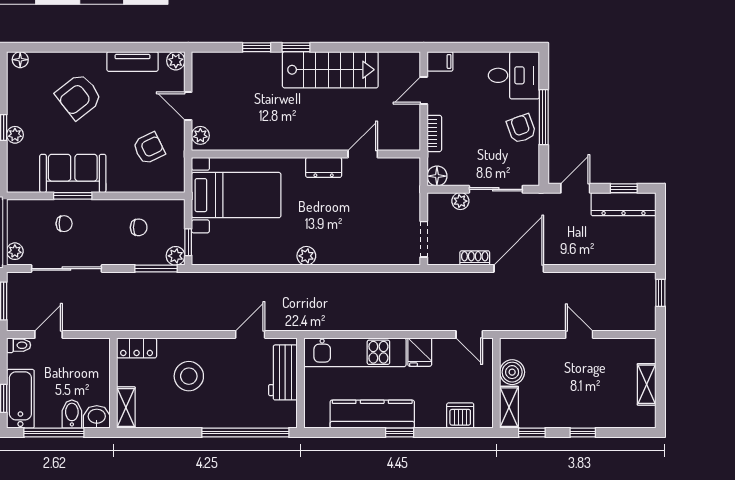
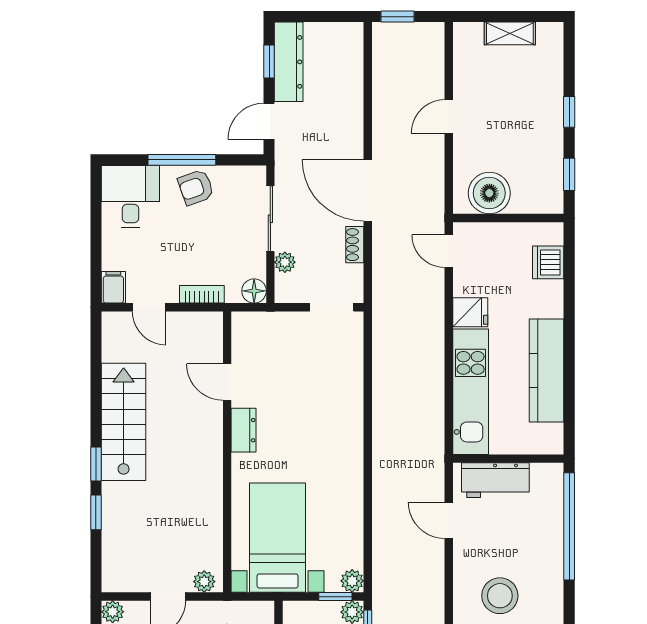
door: (575, 188) -> (269, 121), hinge flipped
plant: (306, 256) -> (352, 581), moved
door: (469, 335) -> (449, 251), swing flipped
boiler: (512, 372) -> (489, 193), width x1.37, depth x1.37
shelving: (509, 407) -> (538, 202), removed
window: (400, 433) -> (569, 337), removed

